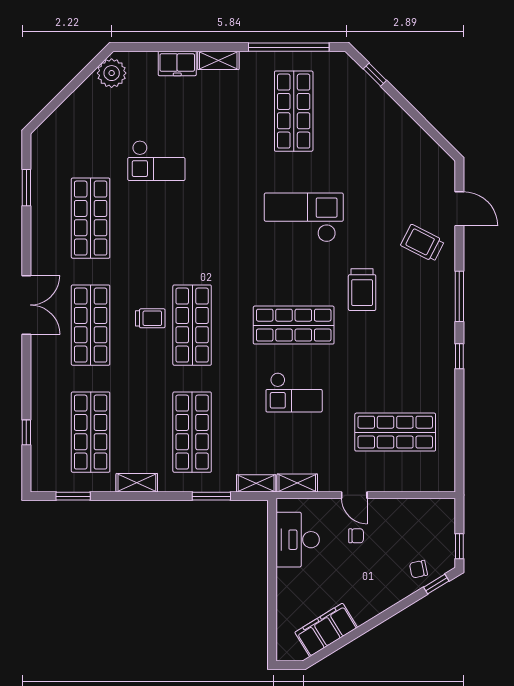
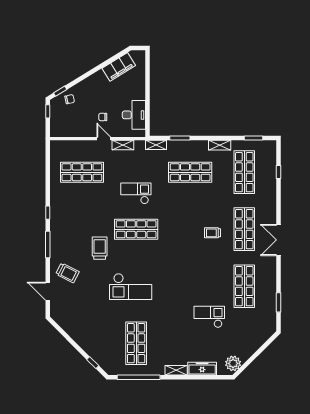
freezer: (177, 63) -> (202, 369), width x1.40
shop shelf: (192, 325) -> (190, 229), removed
shop shelf: (192, 432) -> (190, 172), turned 90
shelving: (297, 483) -> (123, 145), moved

